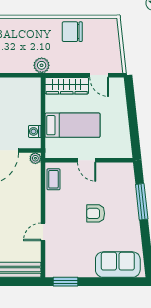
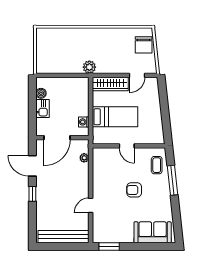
chair: (72, 32) -> (144, 45), moved, turned -90
door: (99, 75) -> (137, 75), hinge flipped
plant: (35, 158) -> (84, 158), moved
coffee table: (53, 179) -> (157, 165), moved

